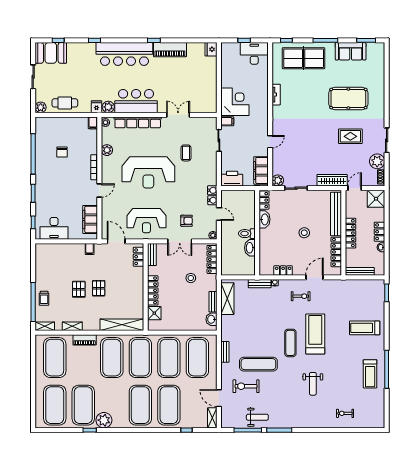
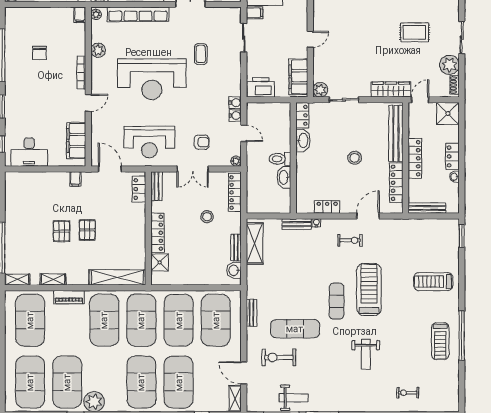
trolley: (44, 298) -> (16, 243), removed

